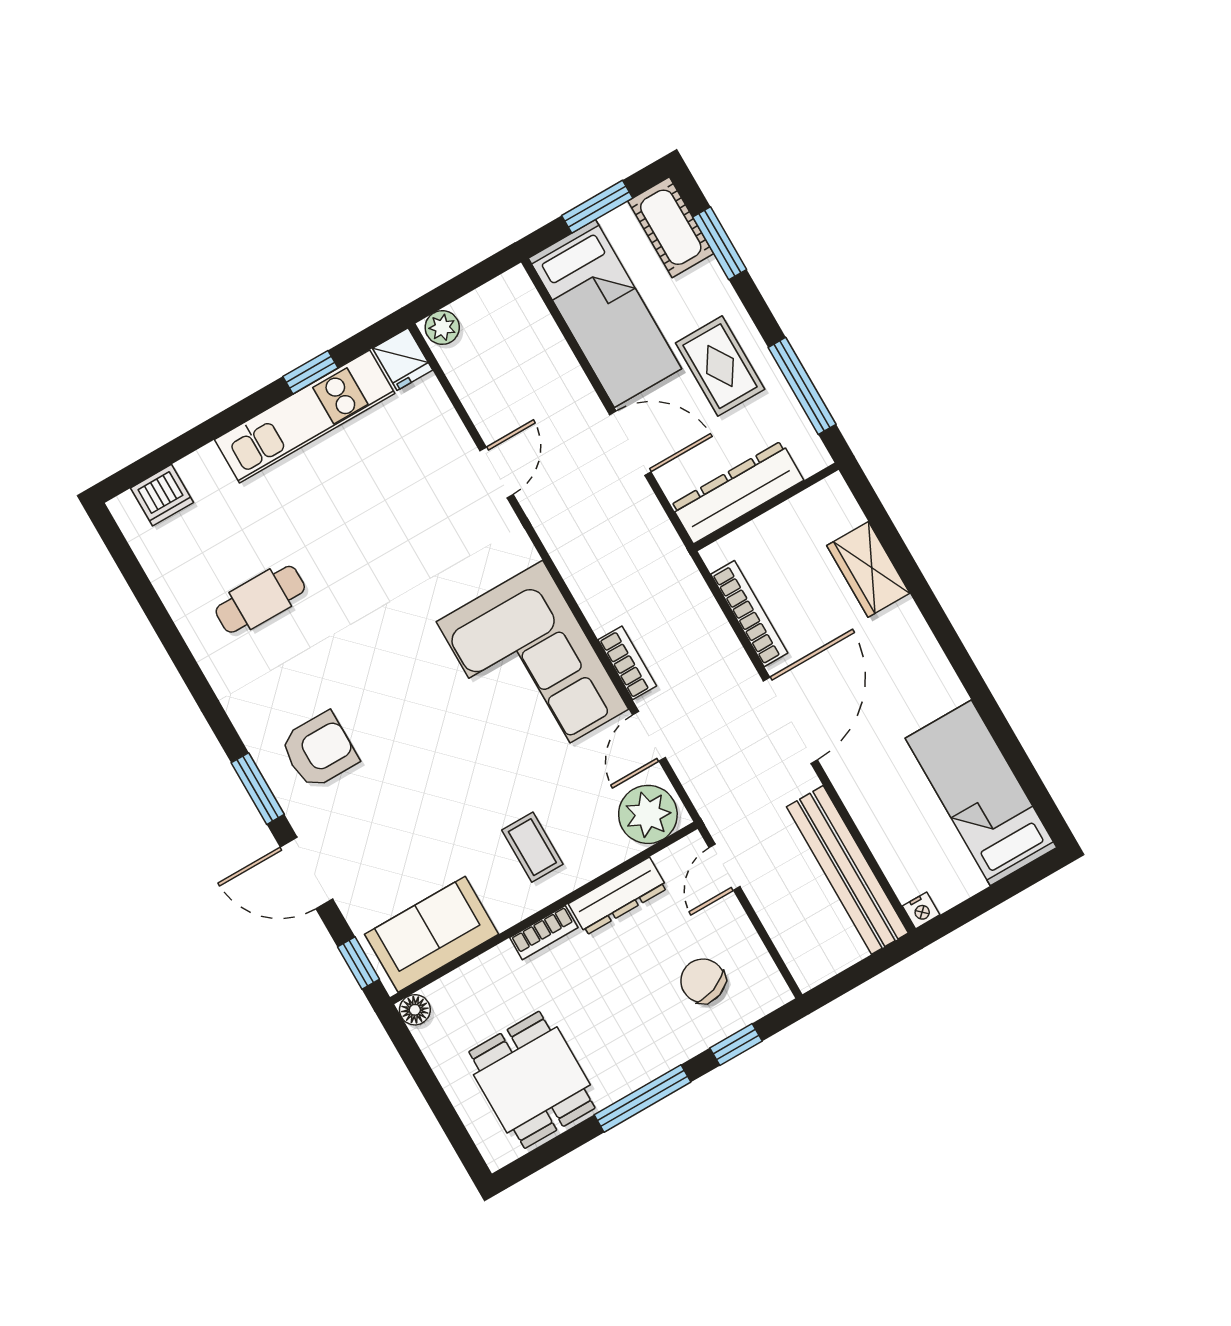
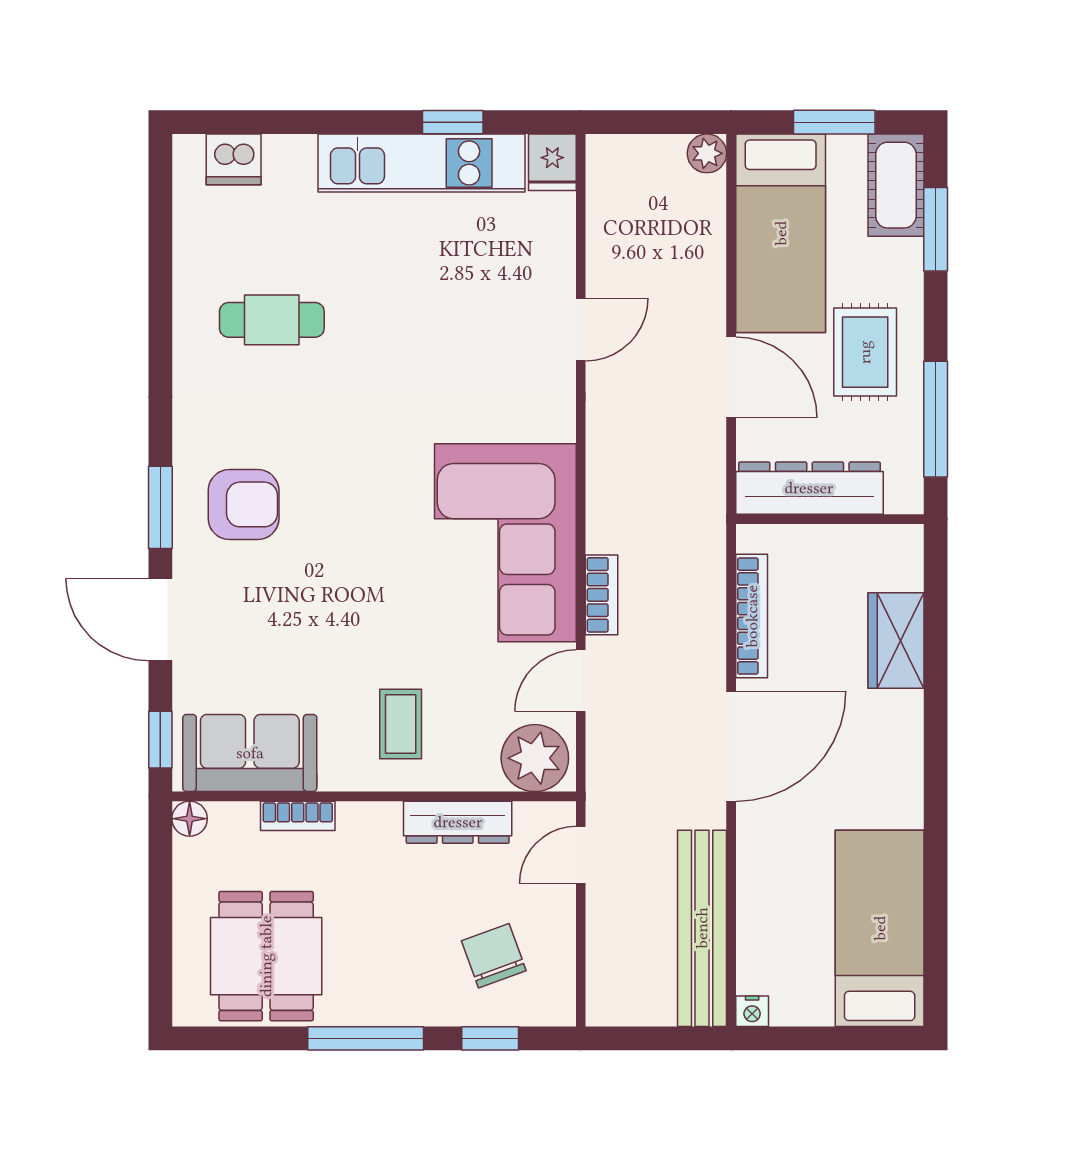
plant: (442, 327) -> (707, 153), moved
bookcase: (544, 933) -> (298, 816), moved

